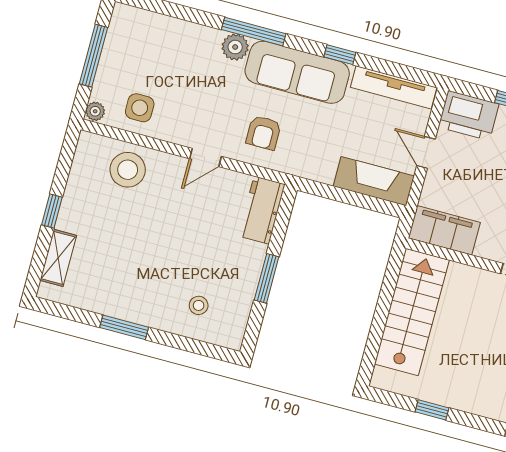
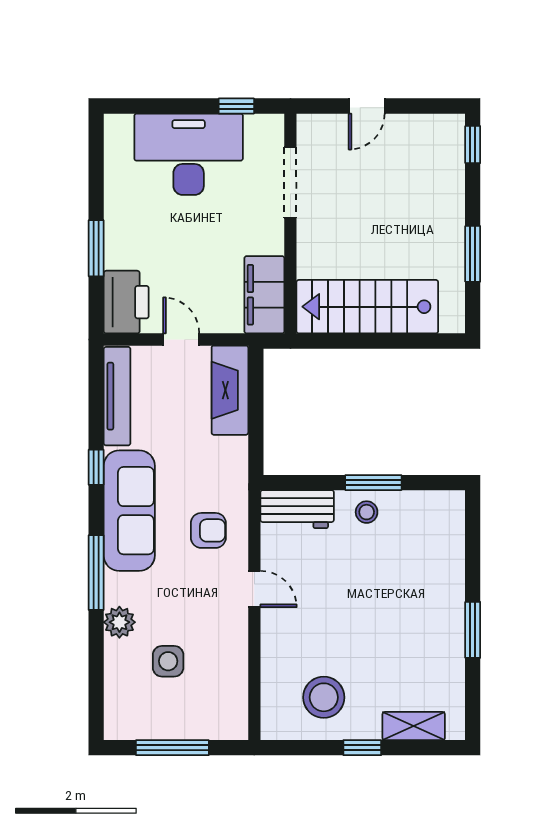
plant: (235, 47) -> (119, 622), moved
side table: (140, 108) -> (168, 661), moved
plant: (95, 111) -> (235, 729), removed
door: (426, 152) -> (181, 339), swing flipped
stool: (128, 170) -> (324, 697), moved
stool: (199, 305) -> (367, 512), moved
window: (432, 410) -> (473, 254), width x1.50

